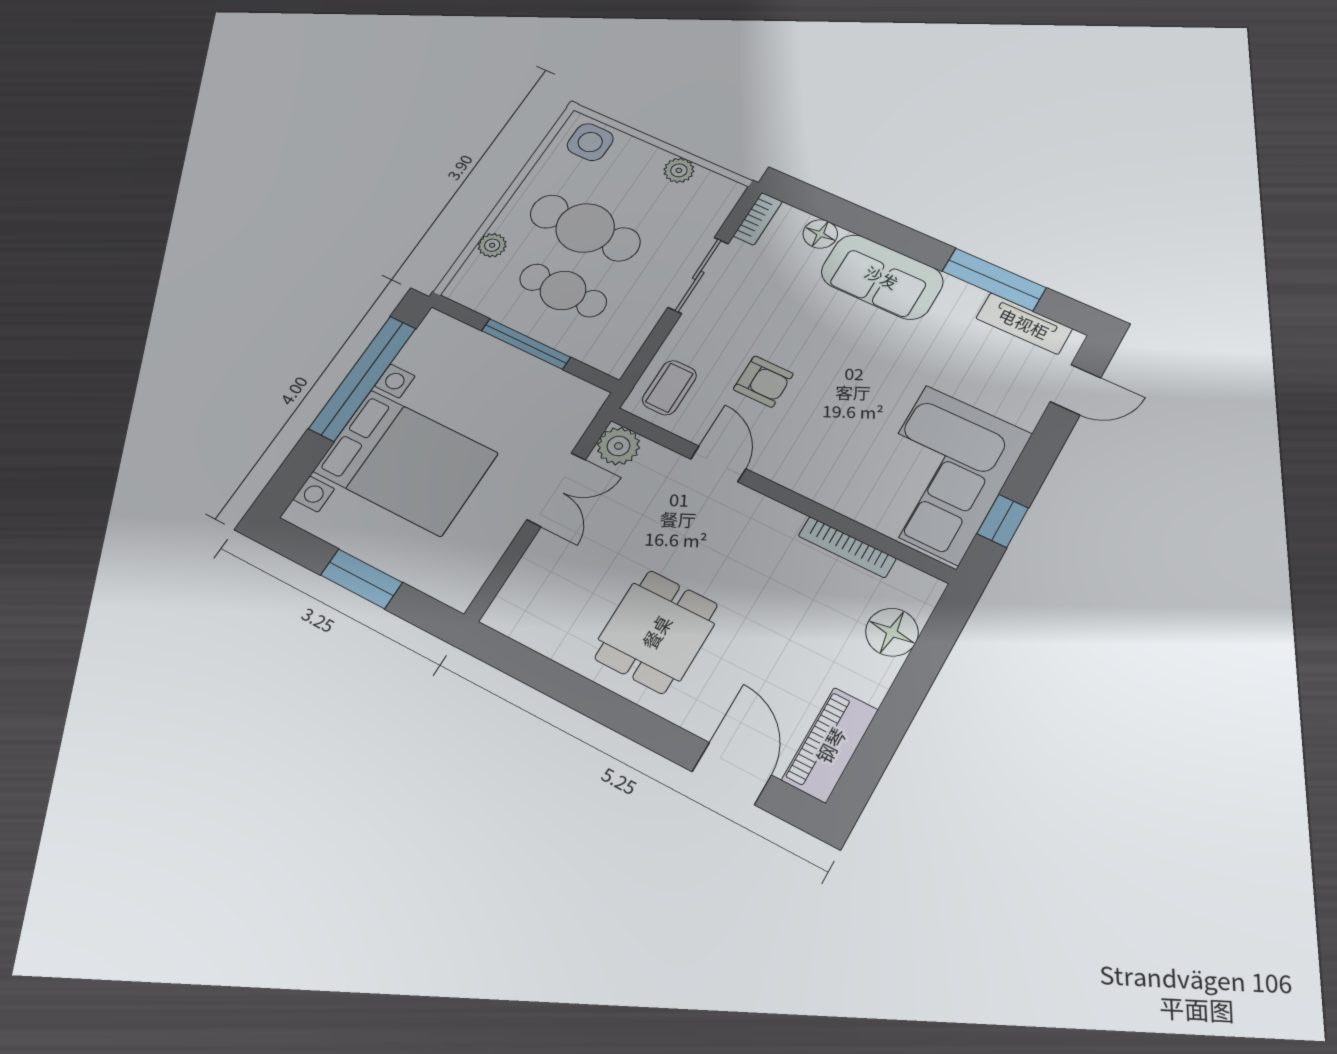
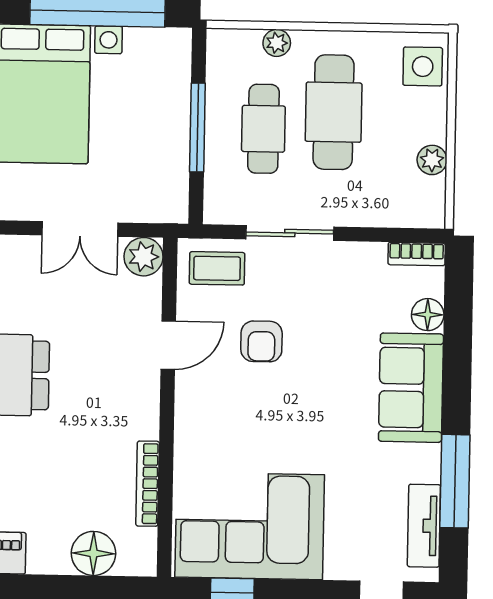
sliding door: (698, 275) -> (290, 233), moved

